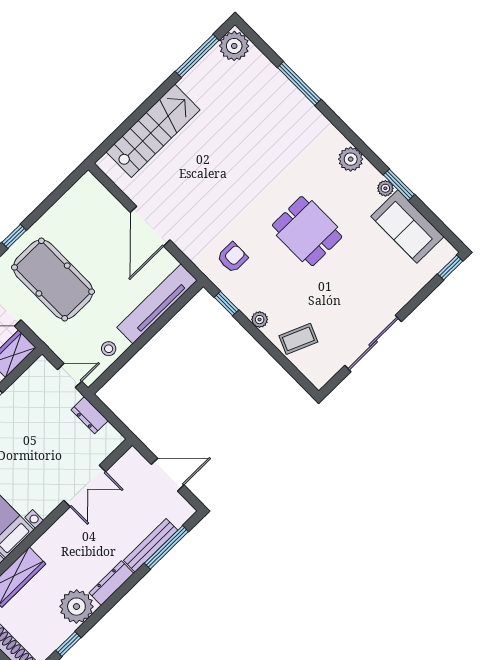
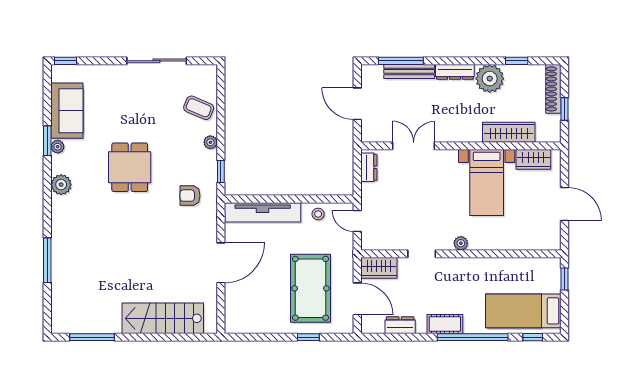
plant: (234, 46) -> (64, 321), removed
dresser: (90, 415) -> (369, 167), moved

